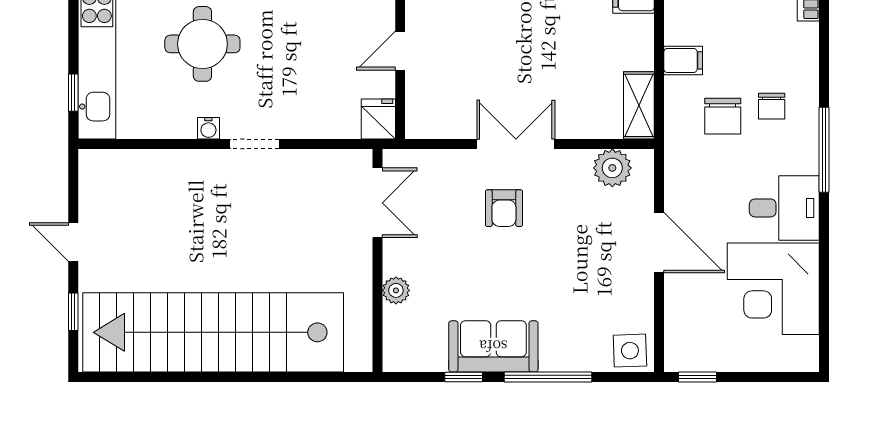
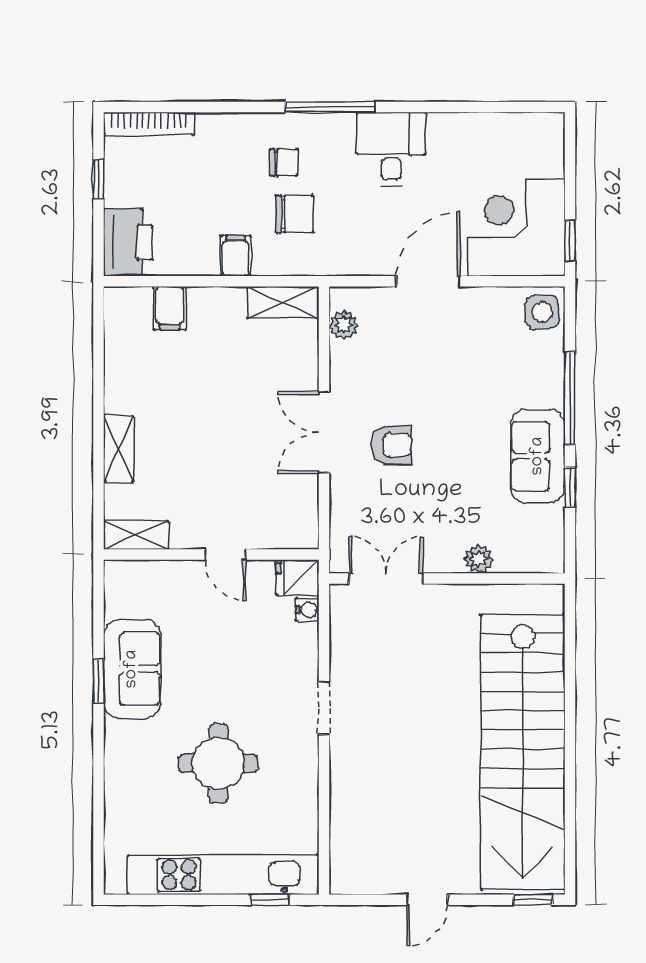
water cooler: (208, 128) -> (307, 610), moved
plant: (612, 168) -> (344, 325), width x0.73, depth x0.73
corner desk: (773, 289) -> (516, 228), moved, turned 180
window: (73, 312) -> (533, 900), moved

